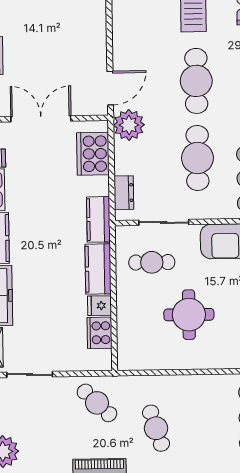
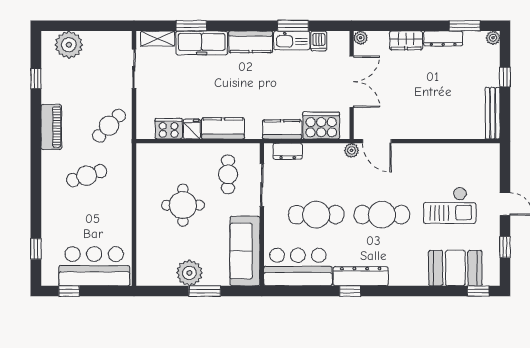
plant: (129, 125) -> (351, 150), width x0.53, depth x0.53
kitchen counter: (98, 219) -> (282, 129), moved

